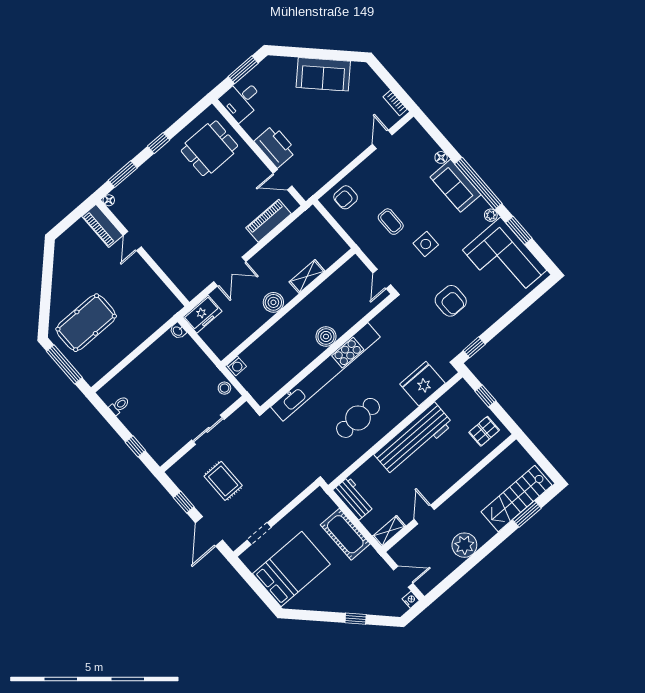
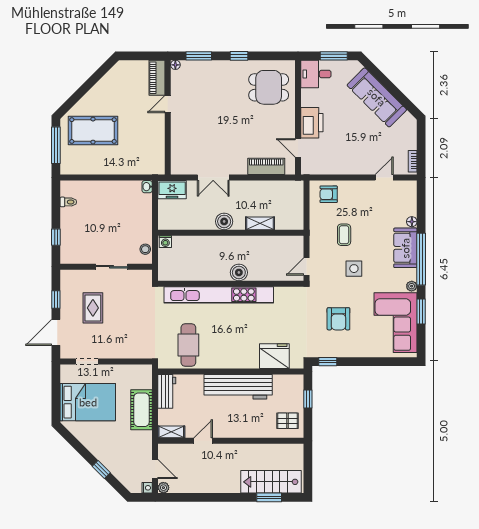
sofa: (323, 74) -> (377, 97), width x1.36
cafe table: (358, 418) -> (188, 345), moved, turned 90
plant: (464, 545) -> (163, 488), moved, width x0.53, depth x0.53

